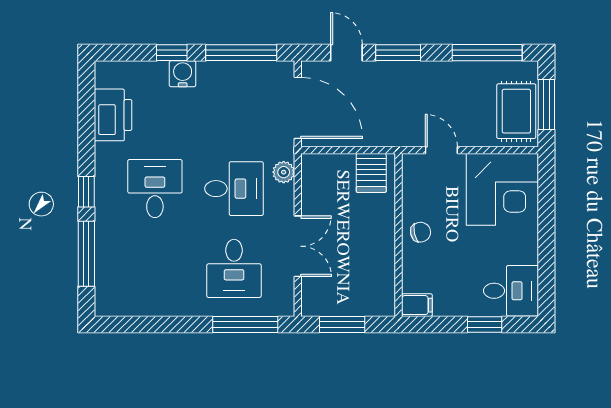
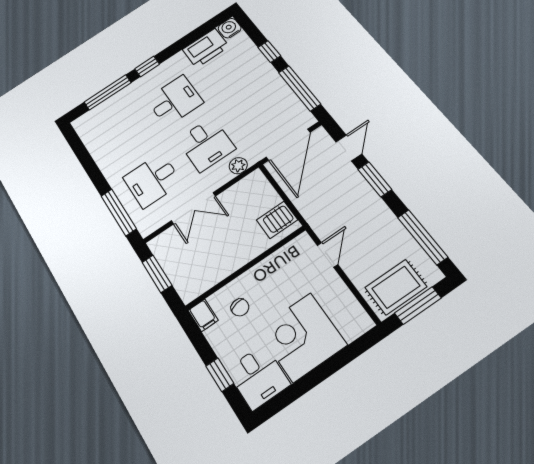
water cooler: (183, 74) -> (230, 28), moved, turned -90
corner desk: (502, 189) -> (302, 337), moved, turned 90
chair: (420, 232) -> (240, 307), moved

